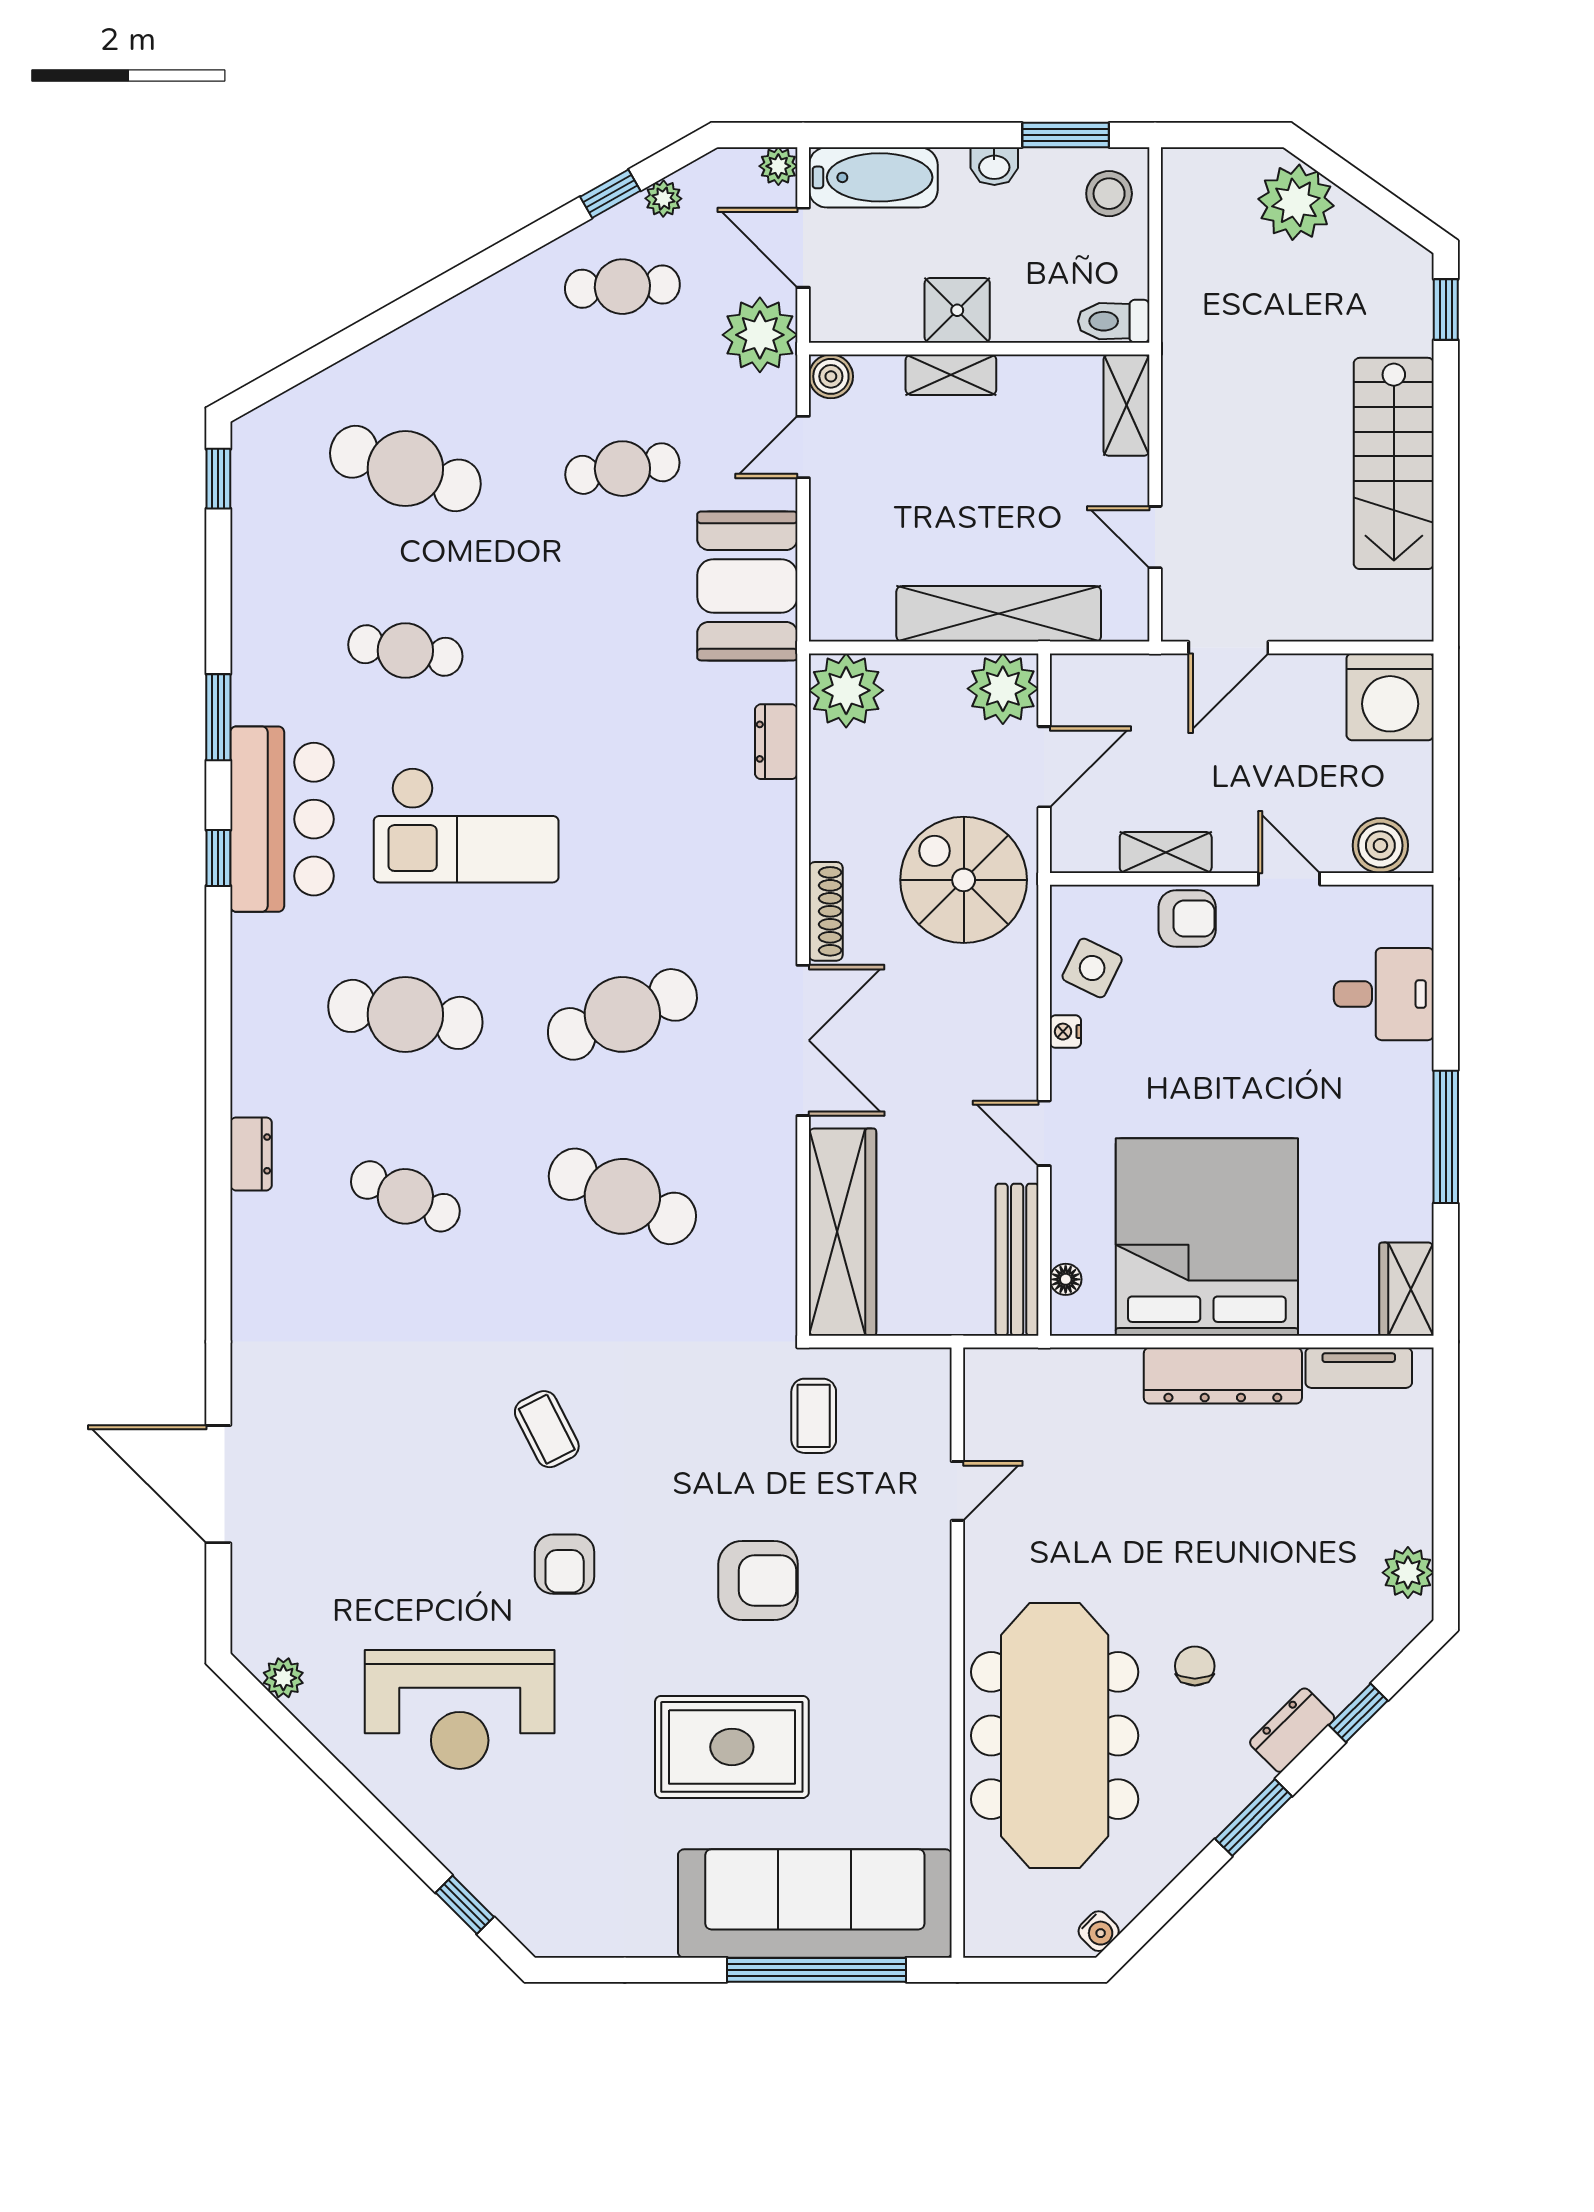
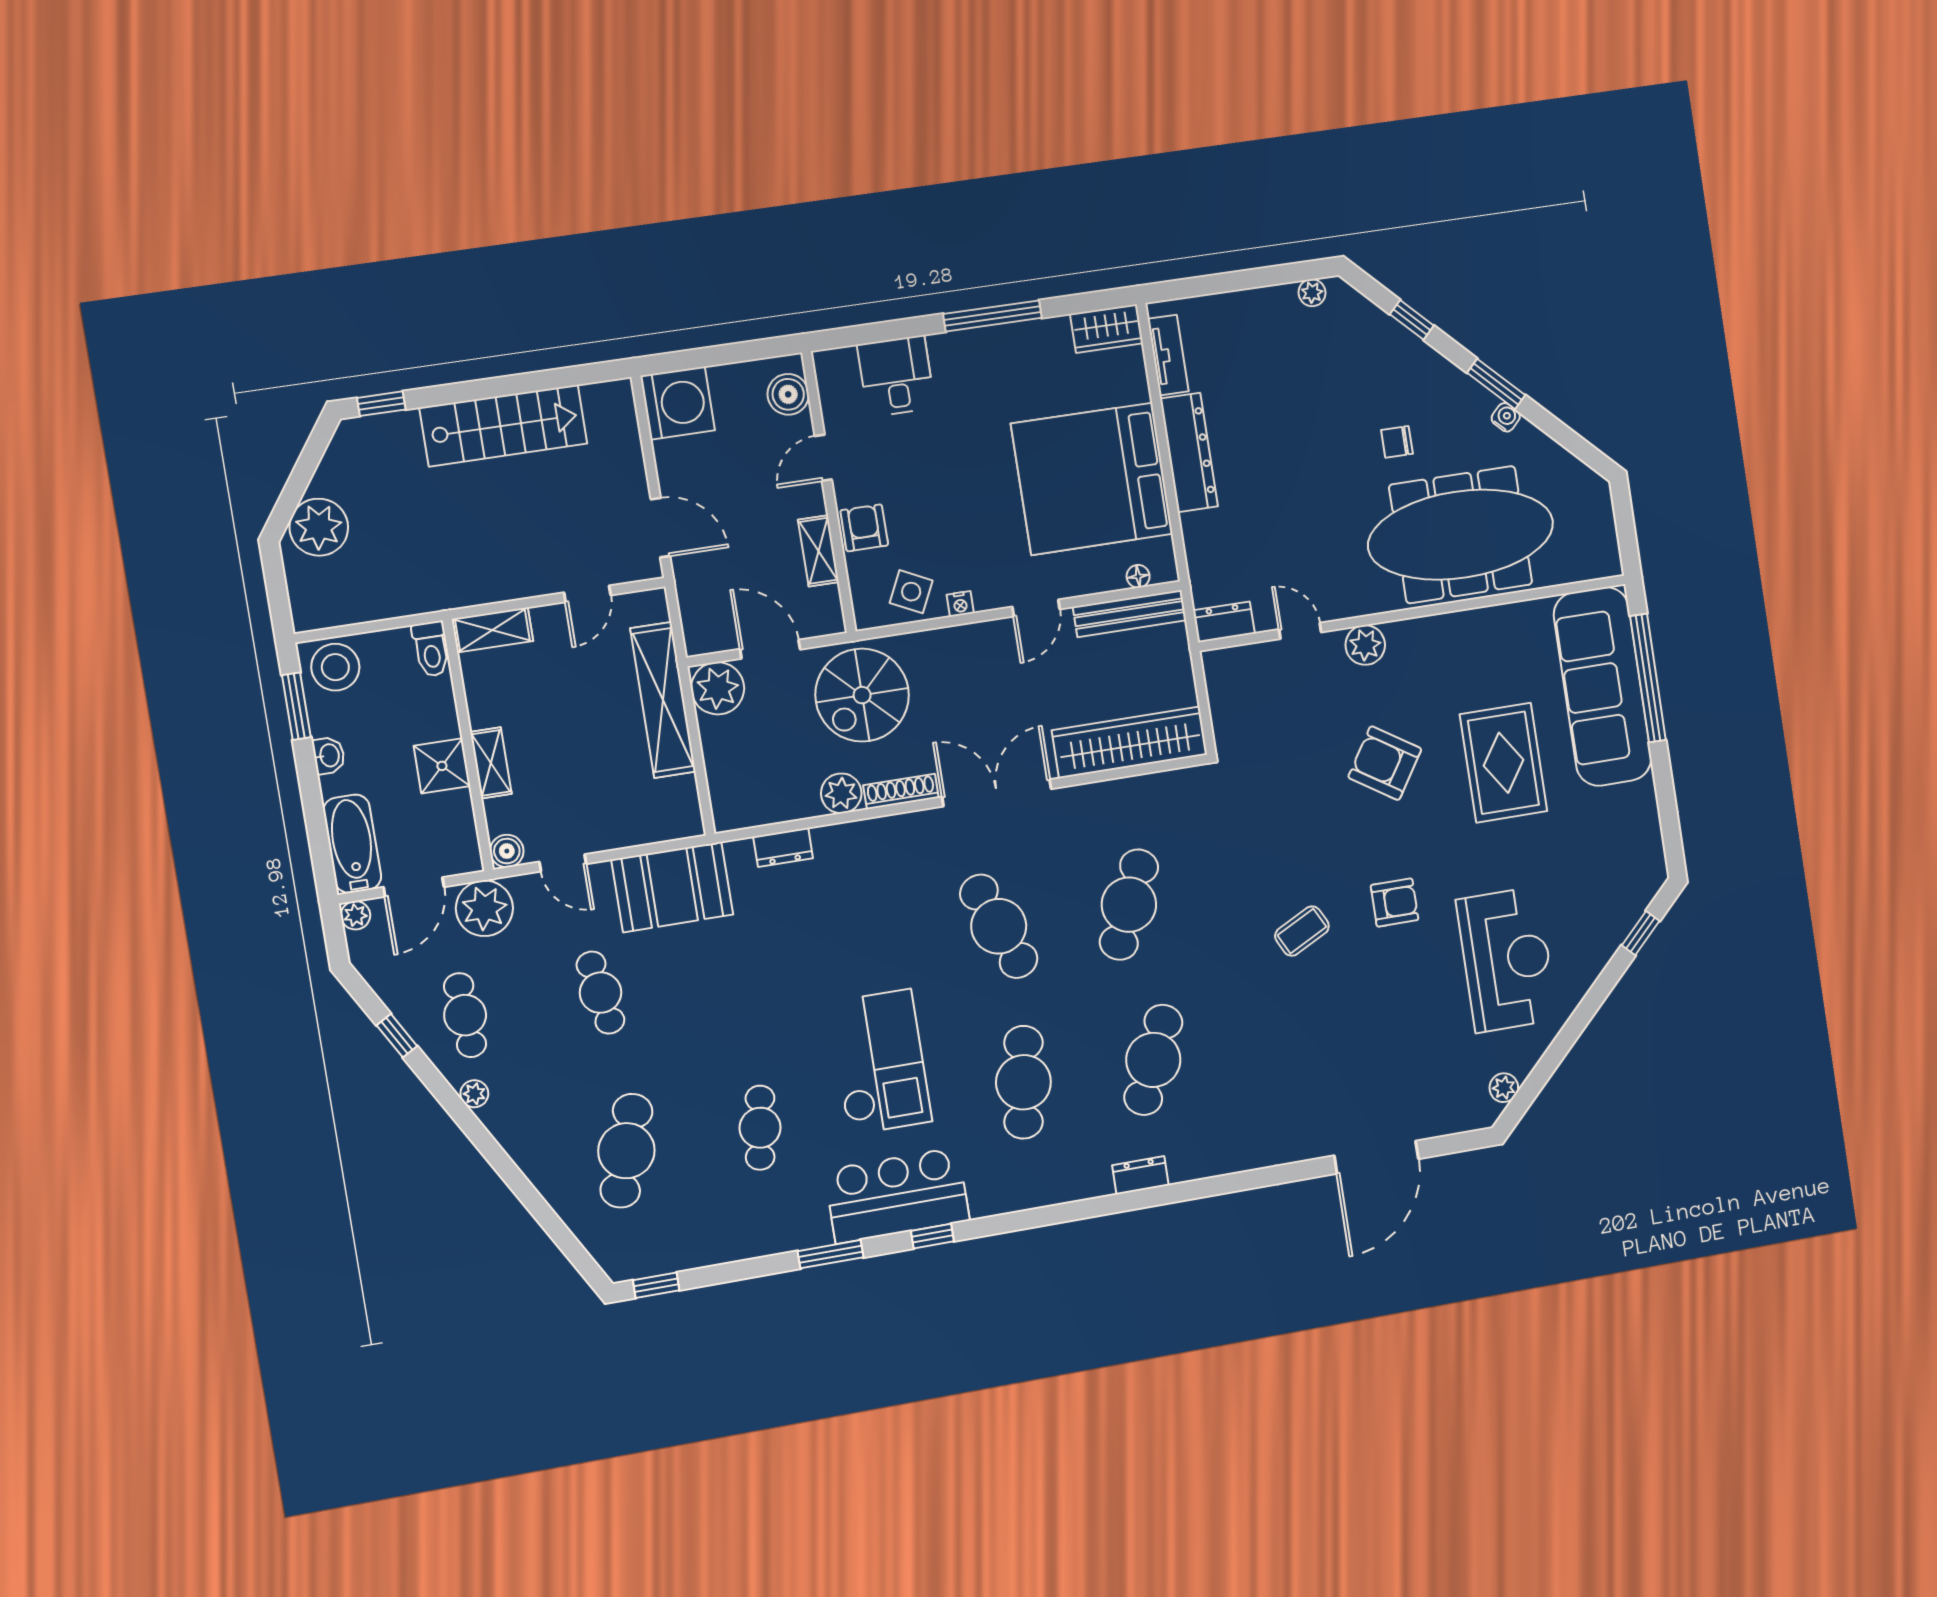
stool: (1109, 194) -> (335, 667), width x1.38, depth x1.38
plant: (663, 199) -> (474, 1094), moved
plant: (846, 690) -> (841, 793), moved, width x0.73, depth x0.73
cafe table: (405, 1196) -> (1153, 1060), width x1.37, depth x1.35
coffee table: (814, 1416) -> (1263, 742), removed
plant: (1408, 1573) -> (1312, 293), width x0.73, depth x0.73
plant: (924, 1578) -> (1365, 645), added
armchair: (758, 1580) -> (1385, 763), turned -57
dresser: (1292, 1730) -> (1224, 622), moved, turned 135
water cooler: (1099, 1931) -> (1506, 417), moved

